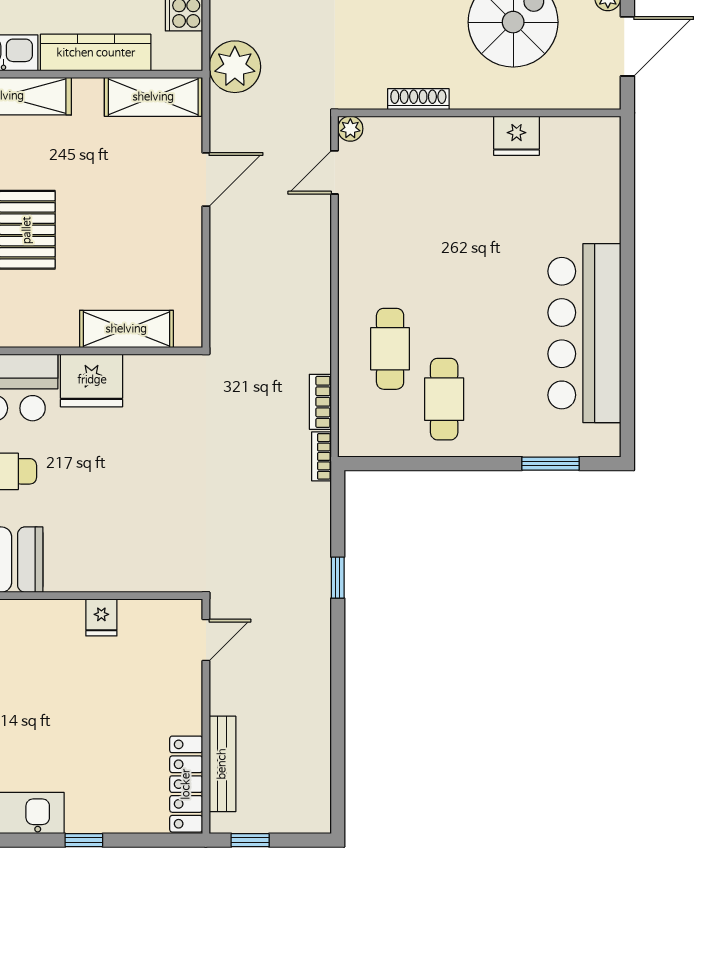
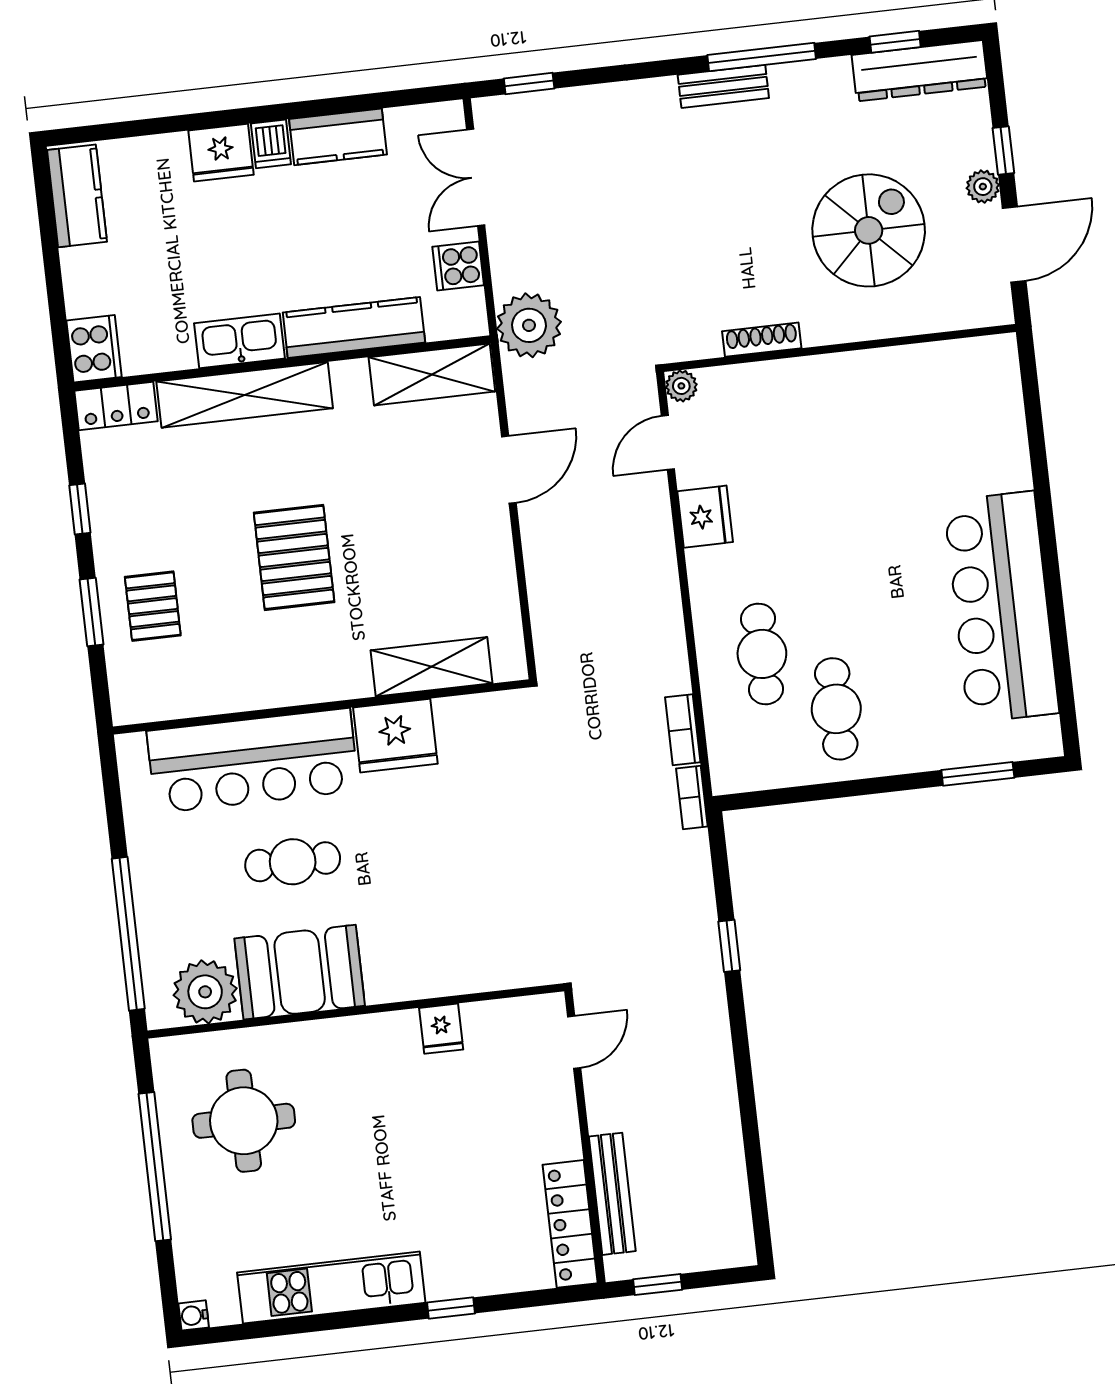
fridge: (517, 136) -> (705, 517), moved, turned -90

